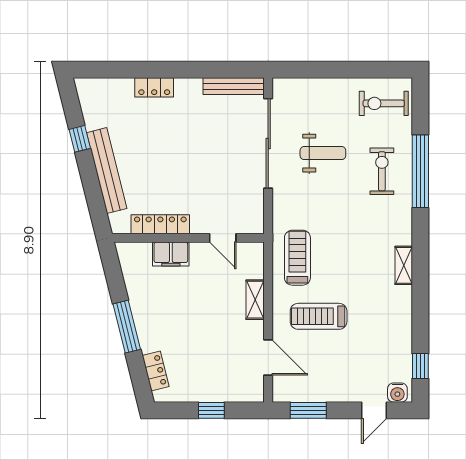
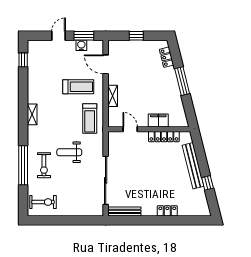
weight bench: (323, 153) -> (69, 152), moved
water cooler: (397, 393) -> (81, 45), moved
door: (374, 410) -> (59, 36), moved

